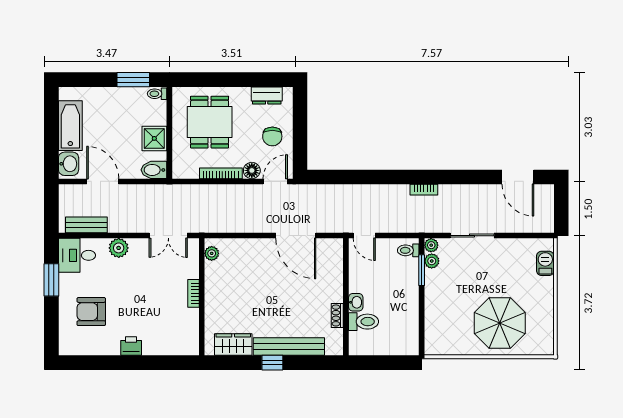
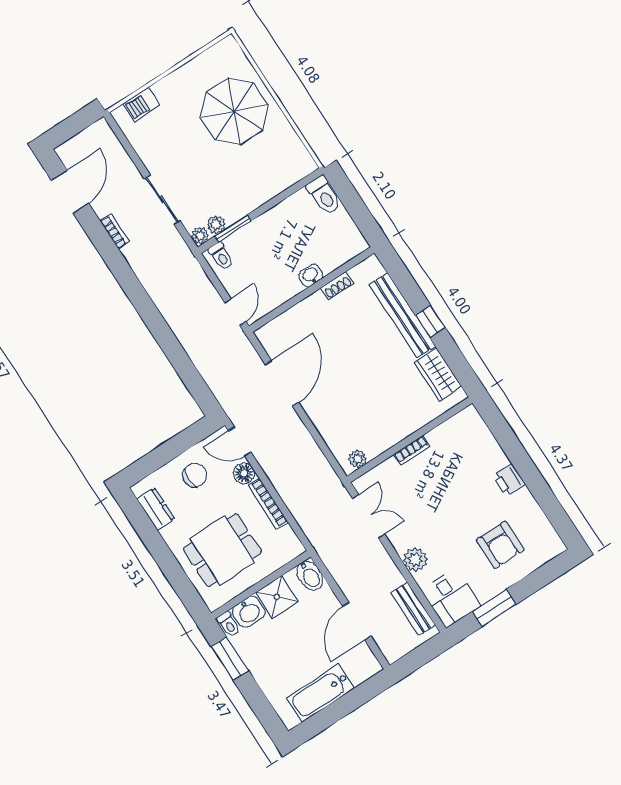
washbasin: (69, 164) -> (249, 612), moved, turned 180
bookcase: (424, 190) -> (115, 231), moved
toilet: (364, 322) -> (324, 195), moved, turned 180

